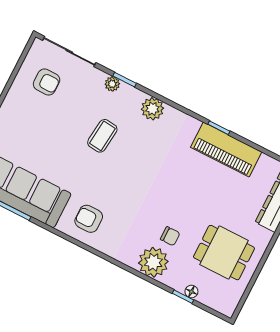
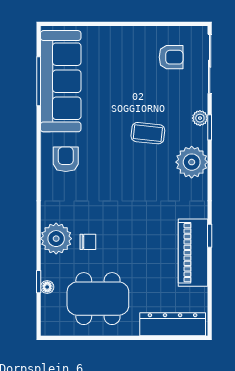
armchair: (47, 82) -> (171, 57), turned -90
plant: (152, 109) -> (192, 162), width x1.36, depth x1.36
chair: (170, 236) -> (88, 242), turned -90
dining table: (224, 253) -> (98, 299), width x1.37

